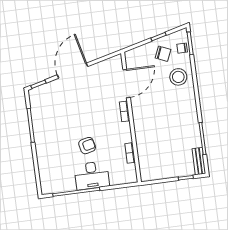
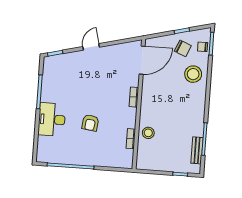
door: (73, 71) -> (91, 47), width x0.53
door: (127, 84) -> (142, 60), moved
stool: (146, 144) -> (148, 133), added
armchair: (87, 146) -> (90, 123), turned 110
bench: (199, 161) -> (197, 150), moved
desk: (92, 175) -> (52, 119), moved, turned 90

